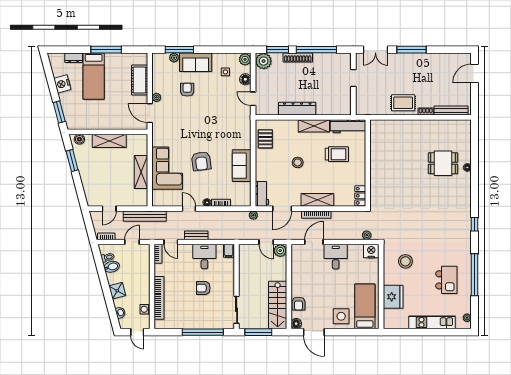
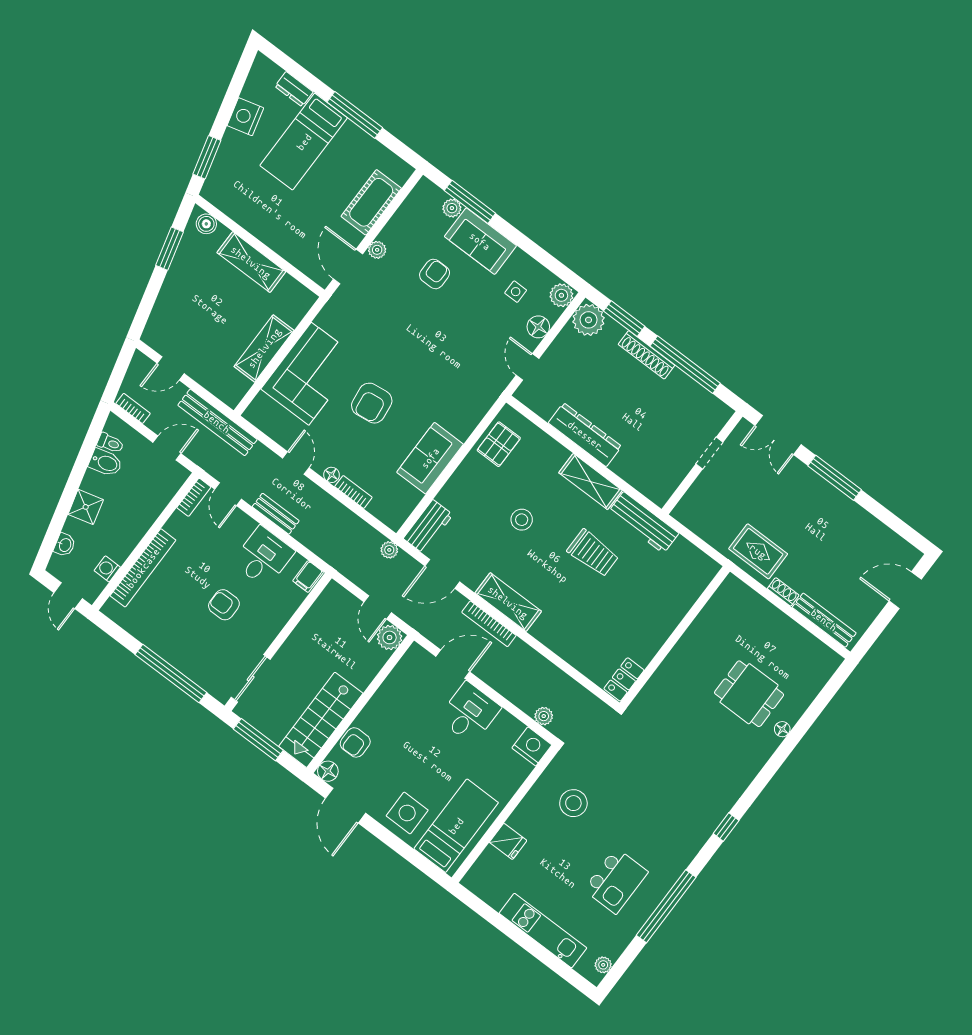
wall: (368, 163) -> (675, 637), moved
locker: (360, 196) -> (624, 679), moved
fridge: (393, 297) -> (508, 841), width x0.53, depth x0.75

